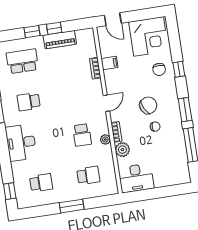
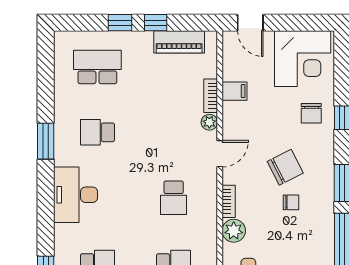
piano: (60, 40) -> (179, 42), moved
plant: (105, 139) -> (209, 122), moved

